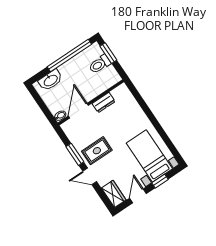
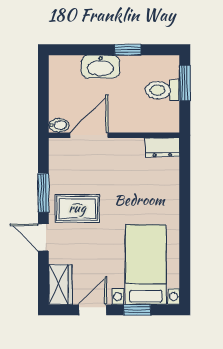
window: (69, 56) -> (128, 50), width x0.32
washbasin: (50, 80) -> (100, 67), moved
dresser: (104, 103) -> (162, 147), moved

